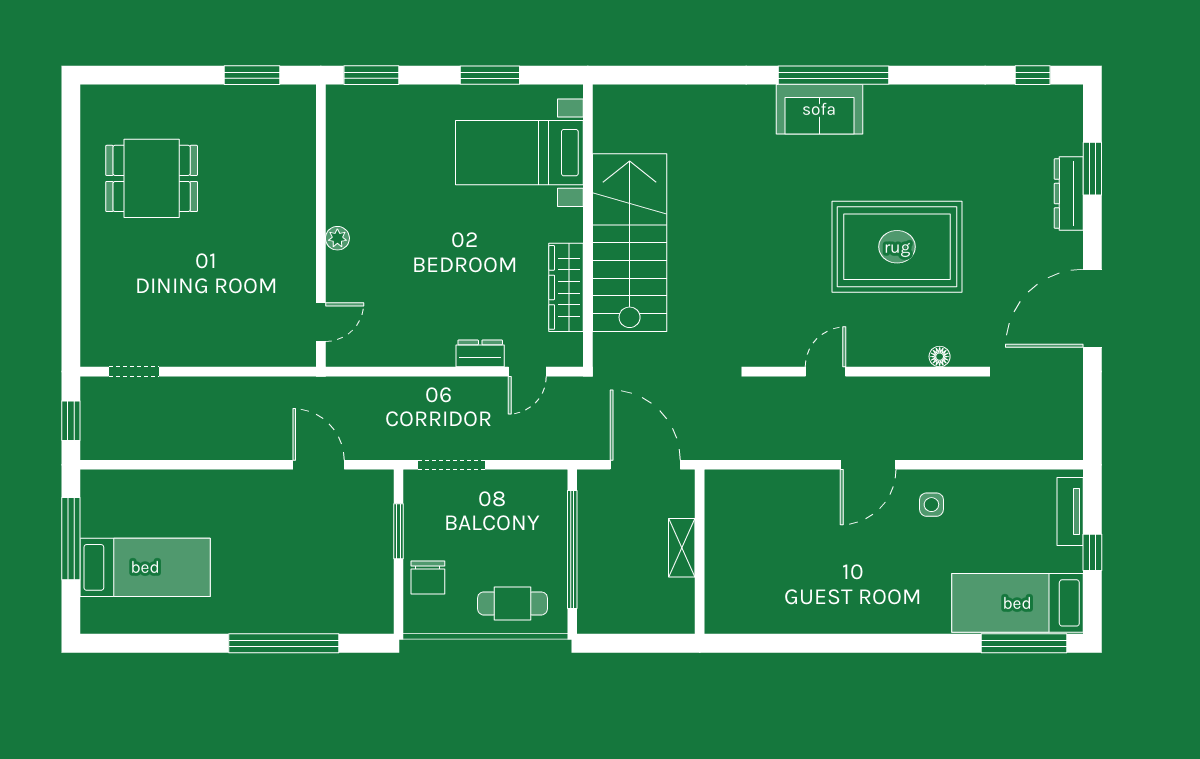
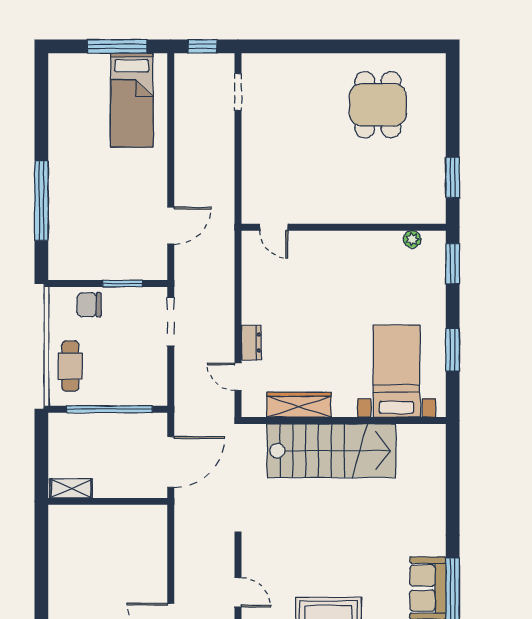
plant: (337, 238) -> (412, 239), moved
shelving: (682, 548) -> (71, 488), moved
bed: (145, 567) -> (132, 100), moved

